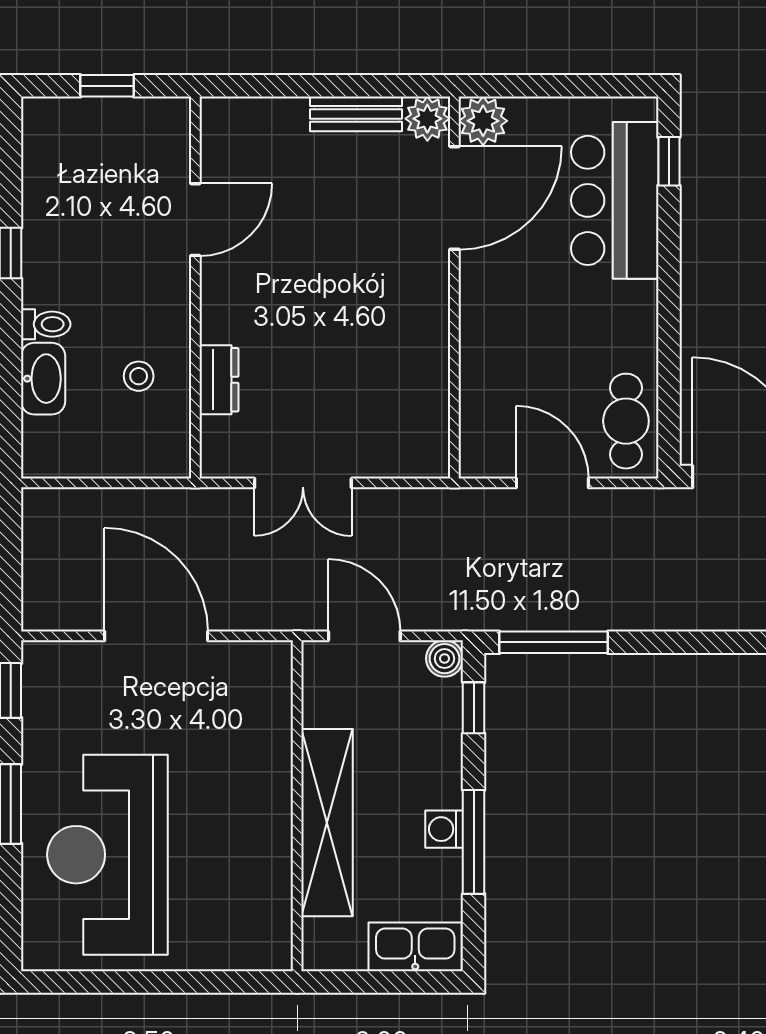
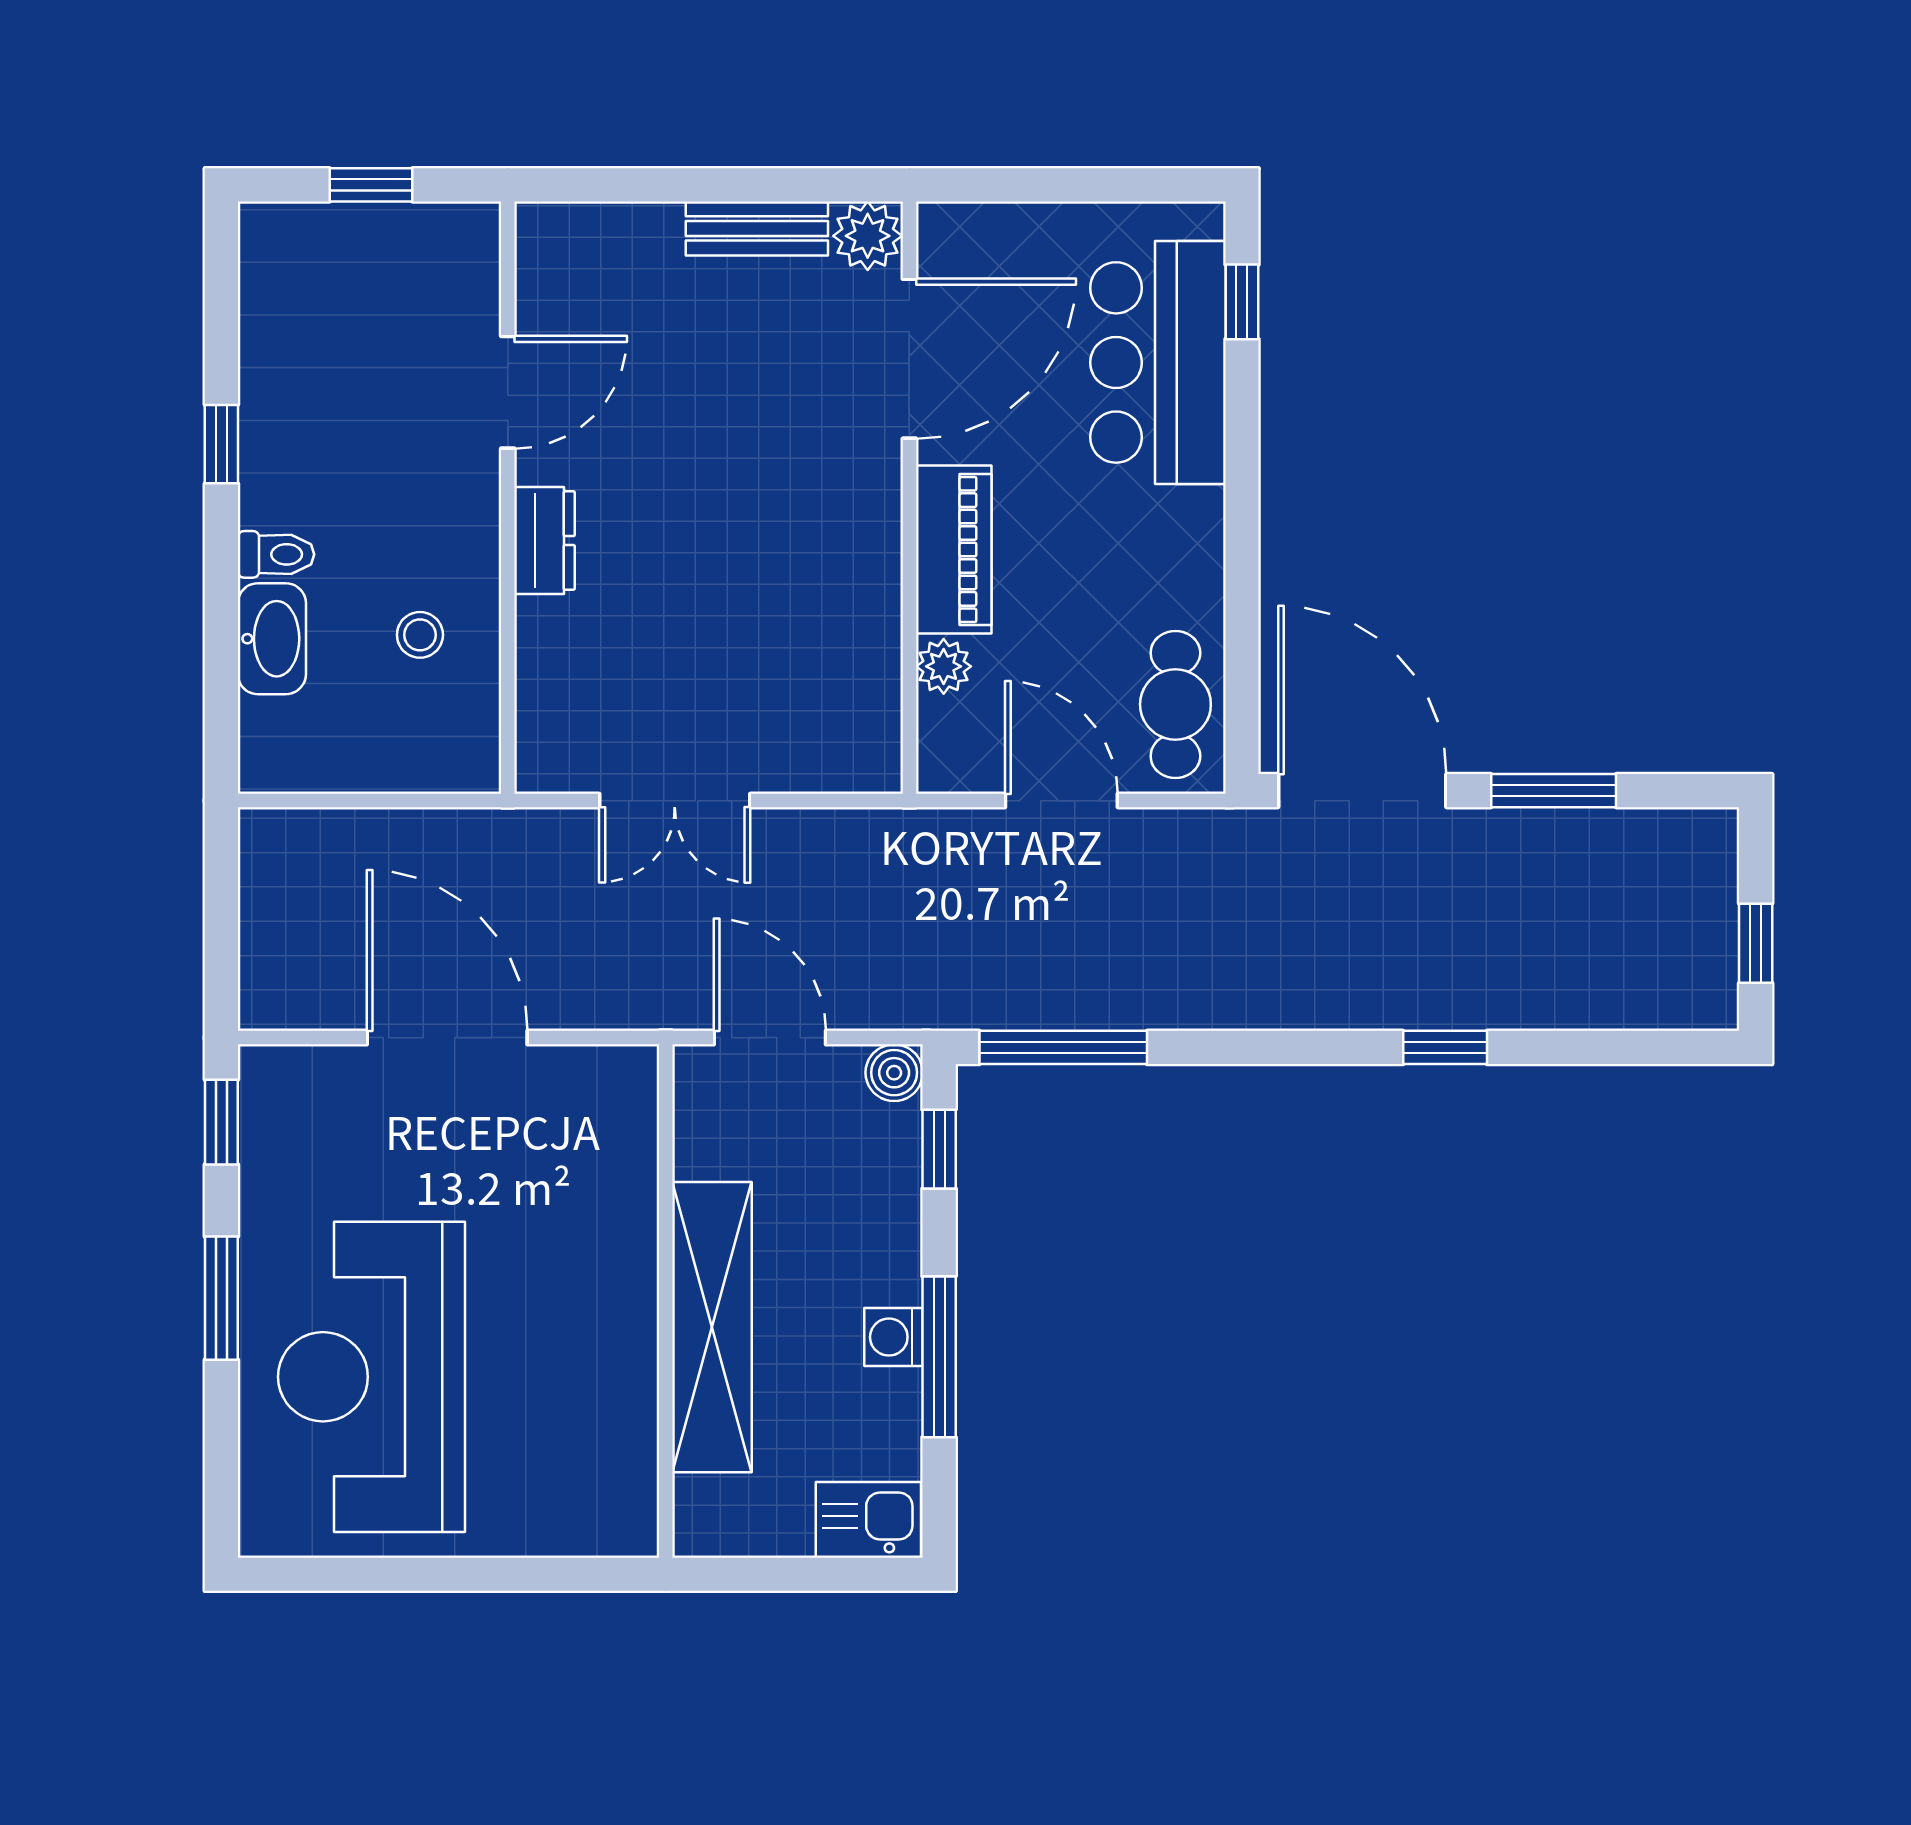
plant: (483, 121) -> (944, 666), moved, width x0.73, depth x0.73
piano: (483, 321) -> (954, 550), added
dresser: (219, 380) -> (545, 541), moved
kitchen sink: (415, 947) -> (868, 1520), width x0.73

